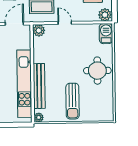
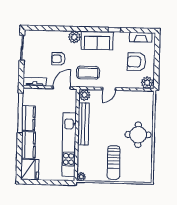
door: (65, 23) -> (109, 89), swing flipped
barbecue: (106, 34) -> (147, 100), removed
bench: (39, 86) -> (83, 124), moved

